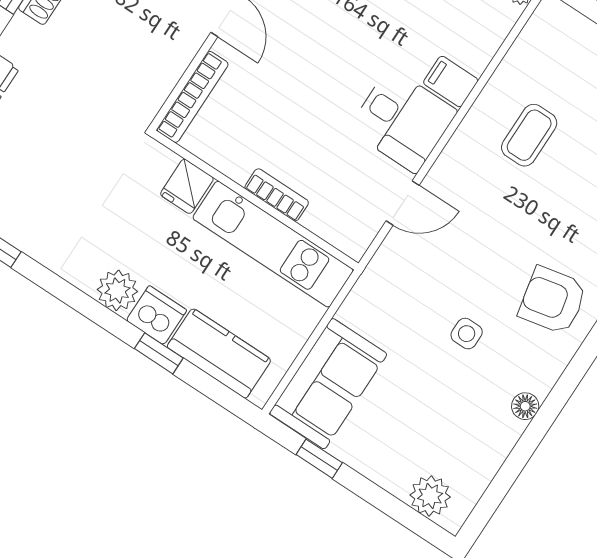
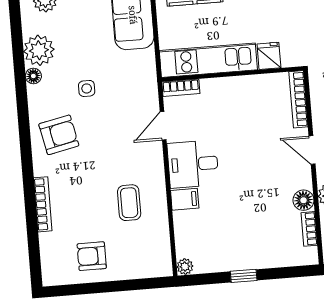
bookcase: (277, 195) -> (181, 88), moved
plant: (491, 435) -> (39, 50), added

